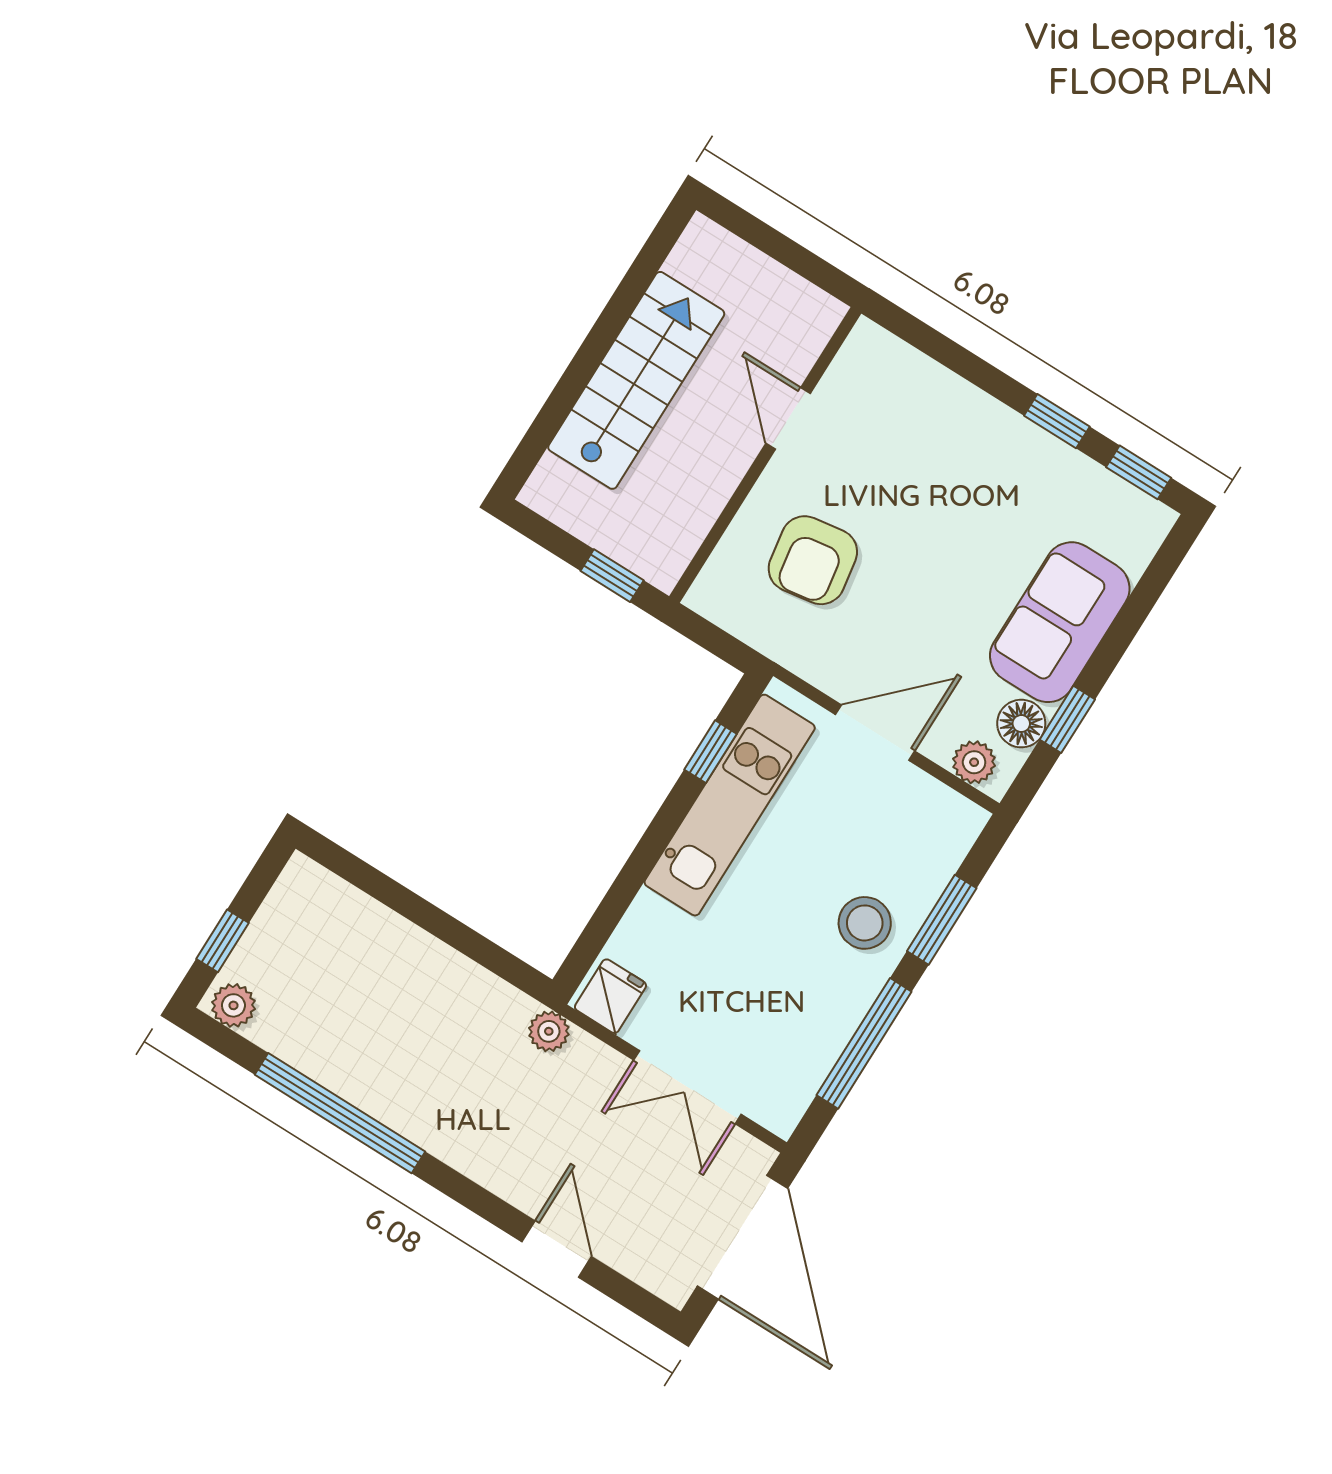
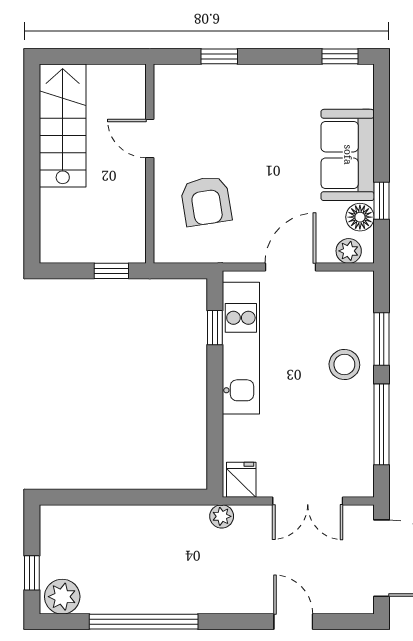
stairs: (636, 380) -> (63, 125), moved
window: (1057, 421) -> (219, 56), moved
plant: (233, 1005) -> (62, 597), width x1.38, depth x1.38

